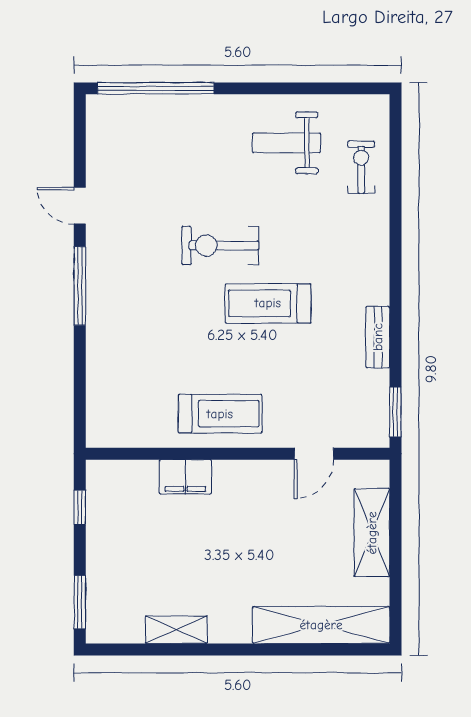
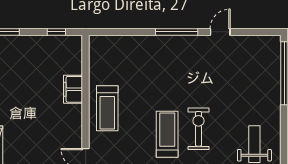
exercise bike: (220, 246) -> (199, 129), moved

